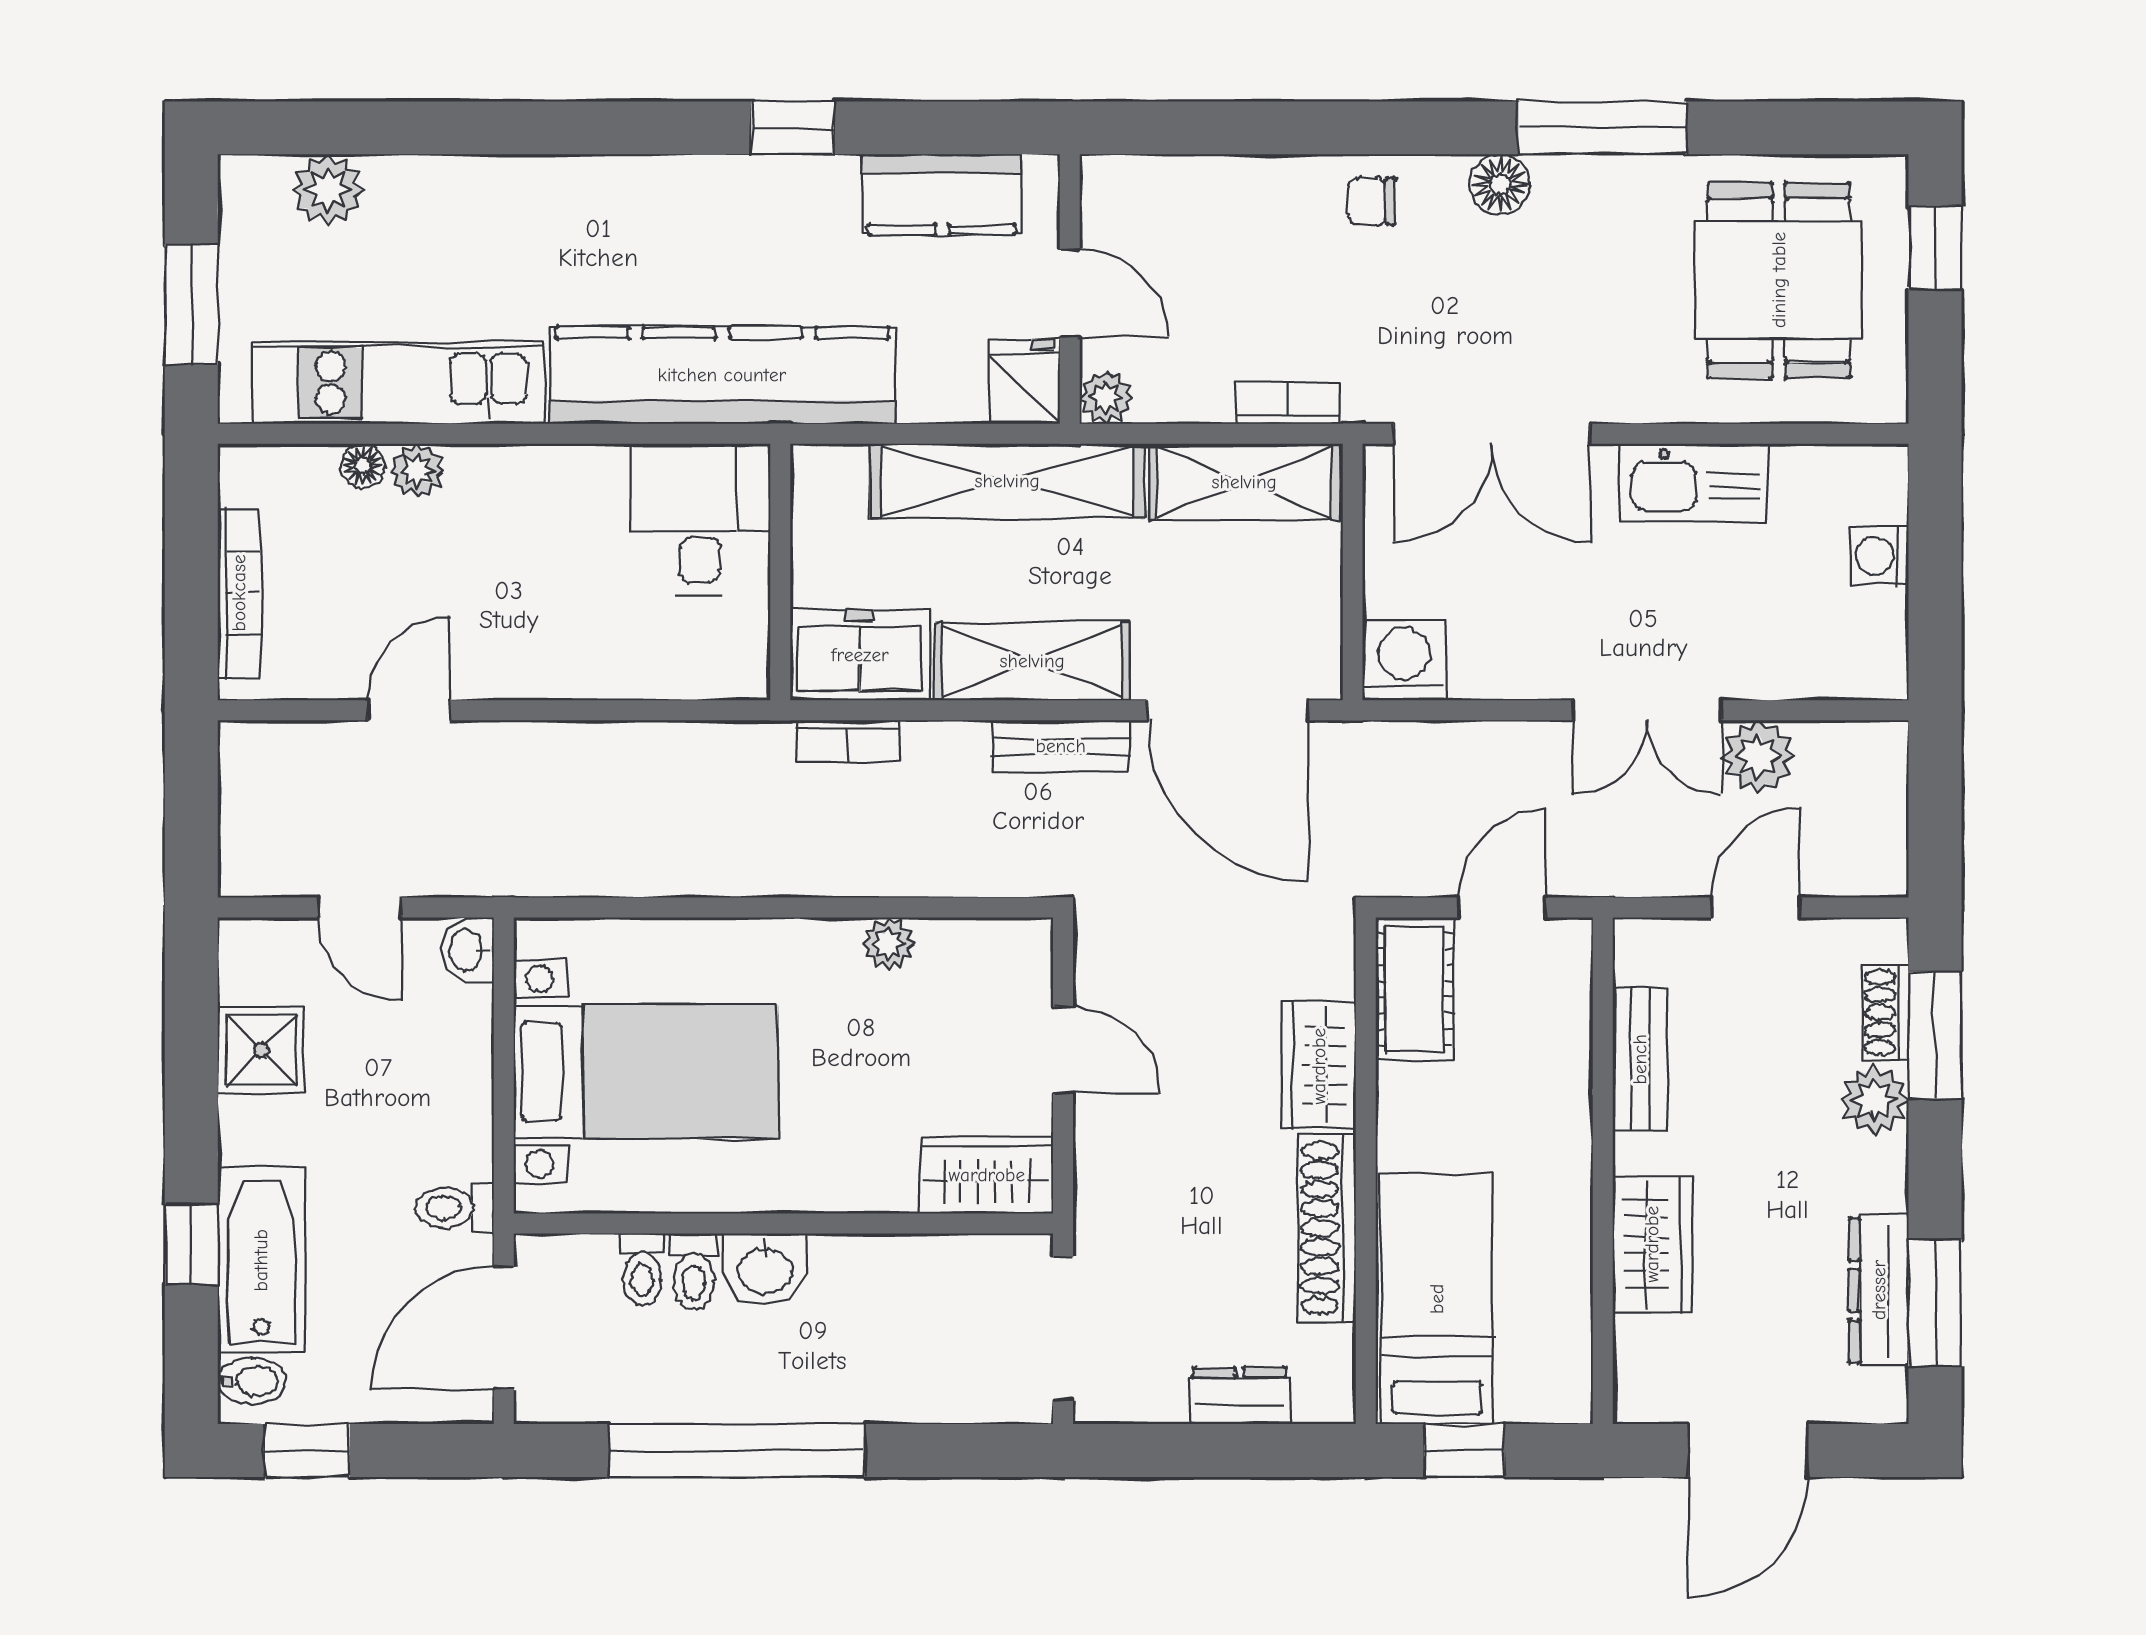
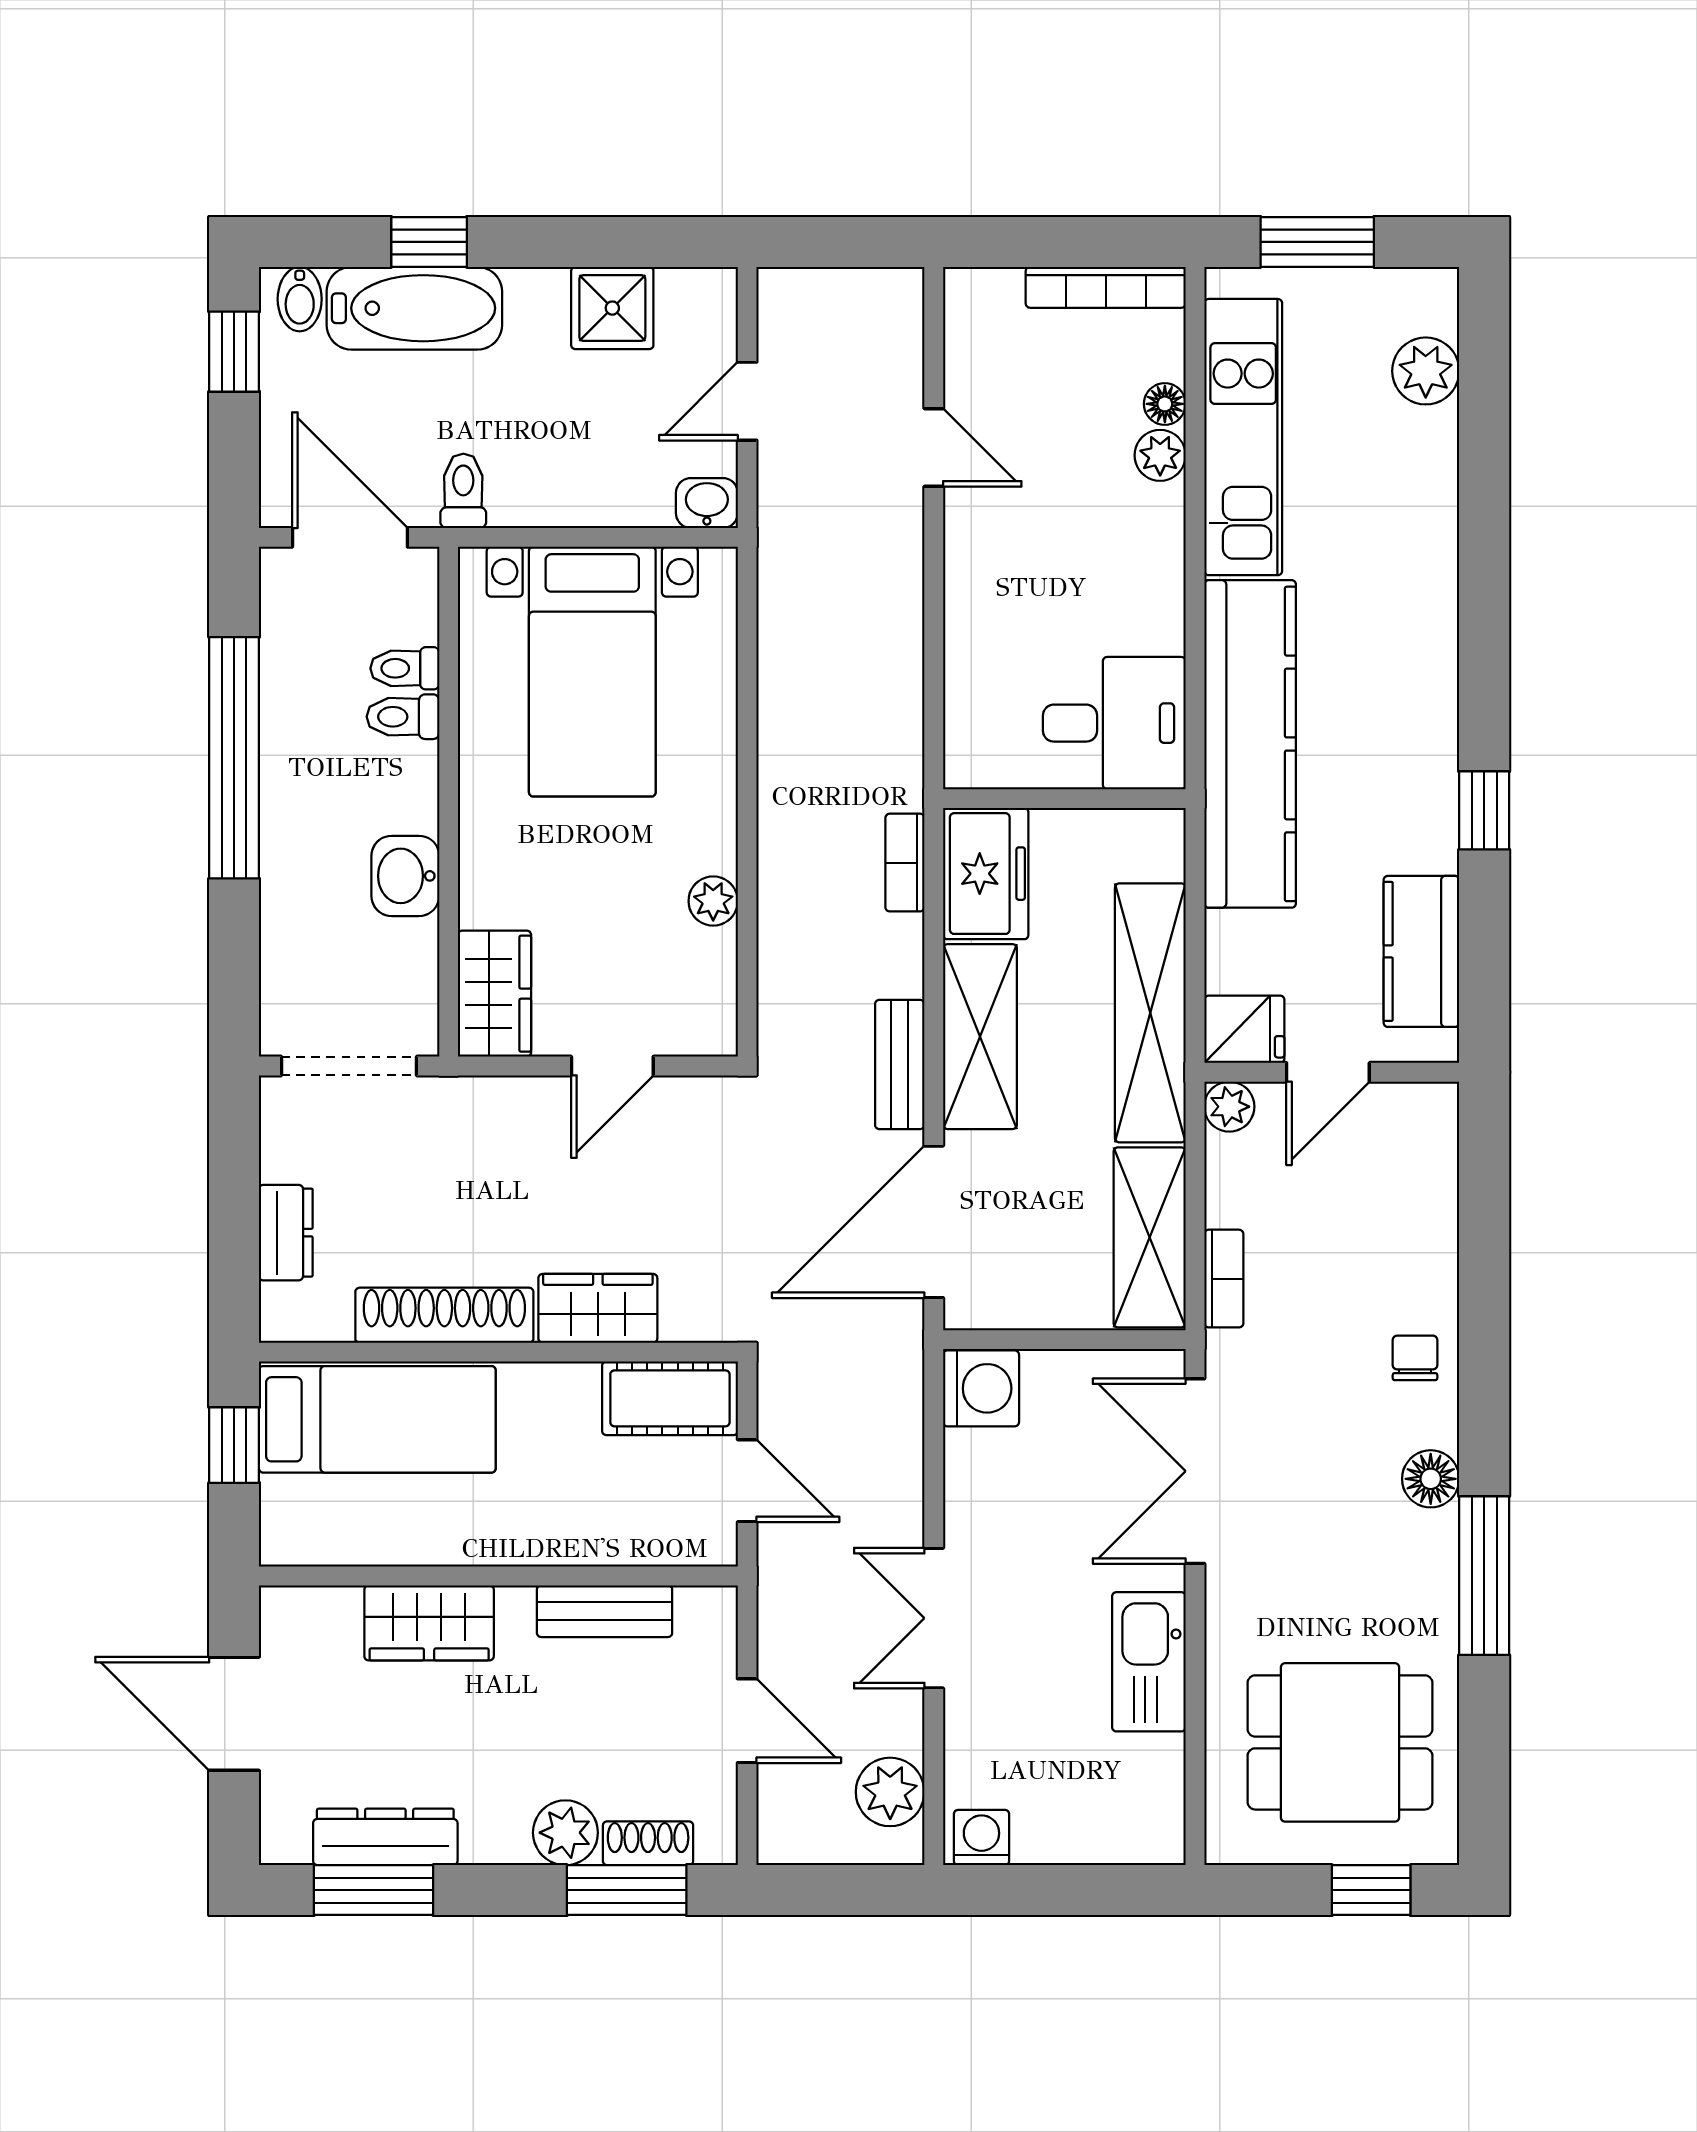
washing machine: (1879, 556) -> (981, 1838), moved
bookcase: (239, 593) -> (1106, 287), moved
plant: (1758, 756) -> (890, 1792), moved
washbasin: (765, 1269) -> (405, 876), moved

